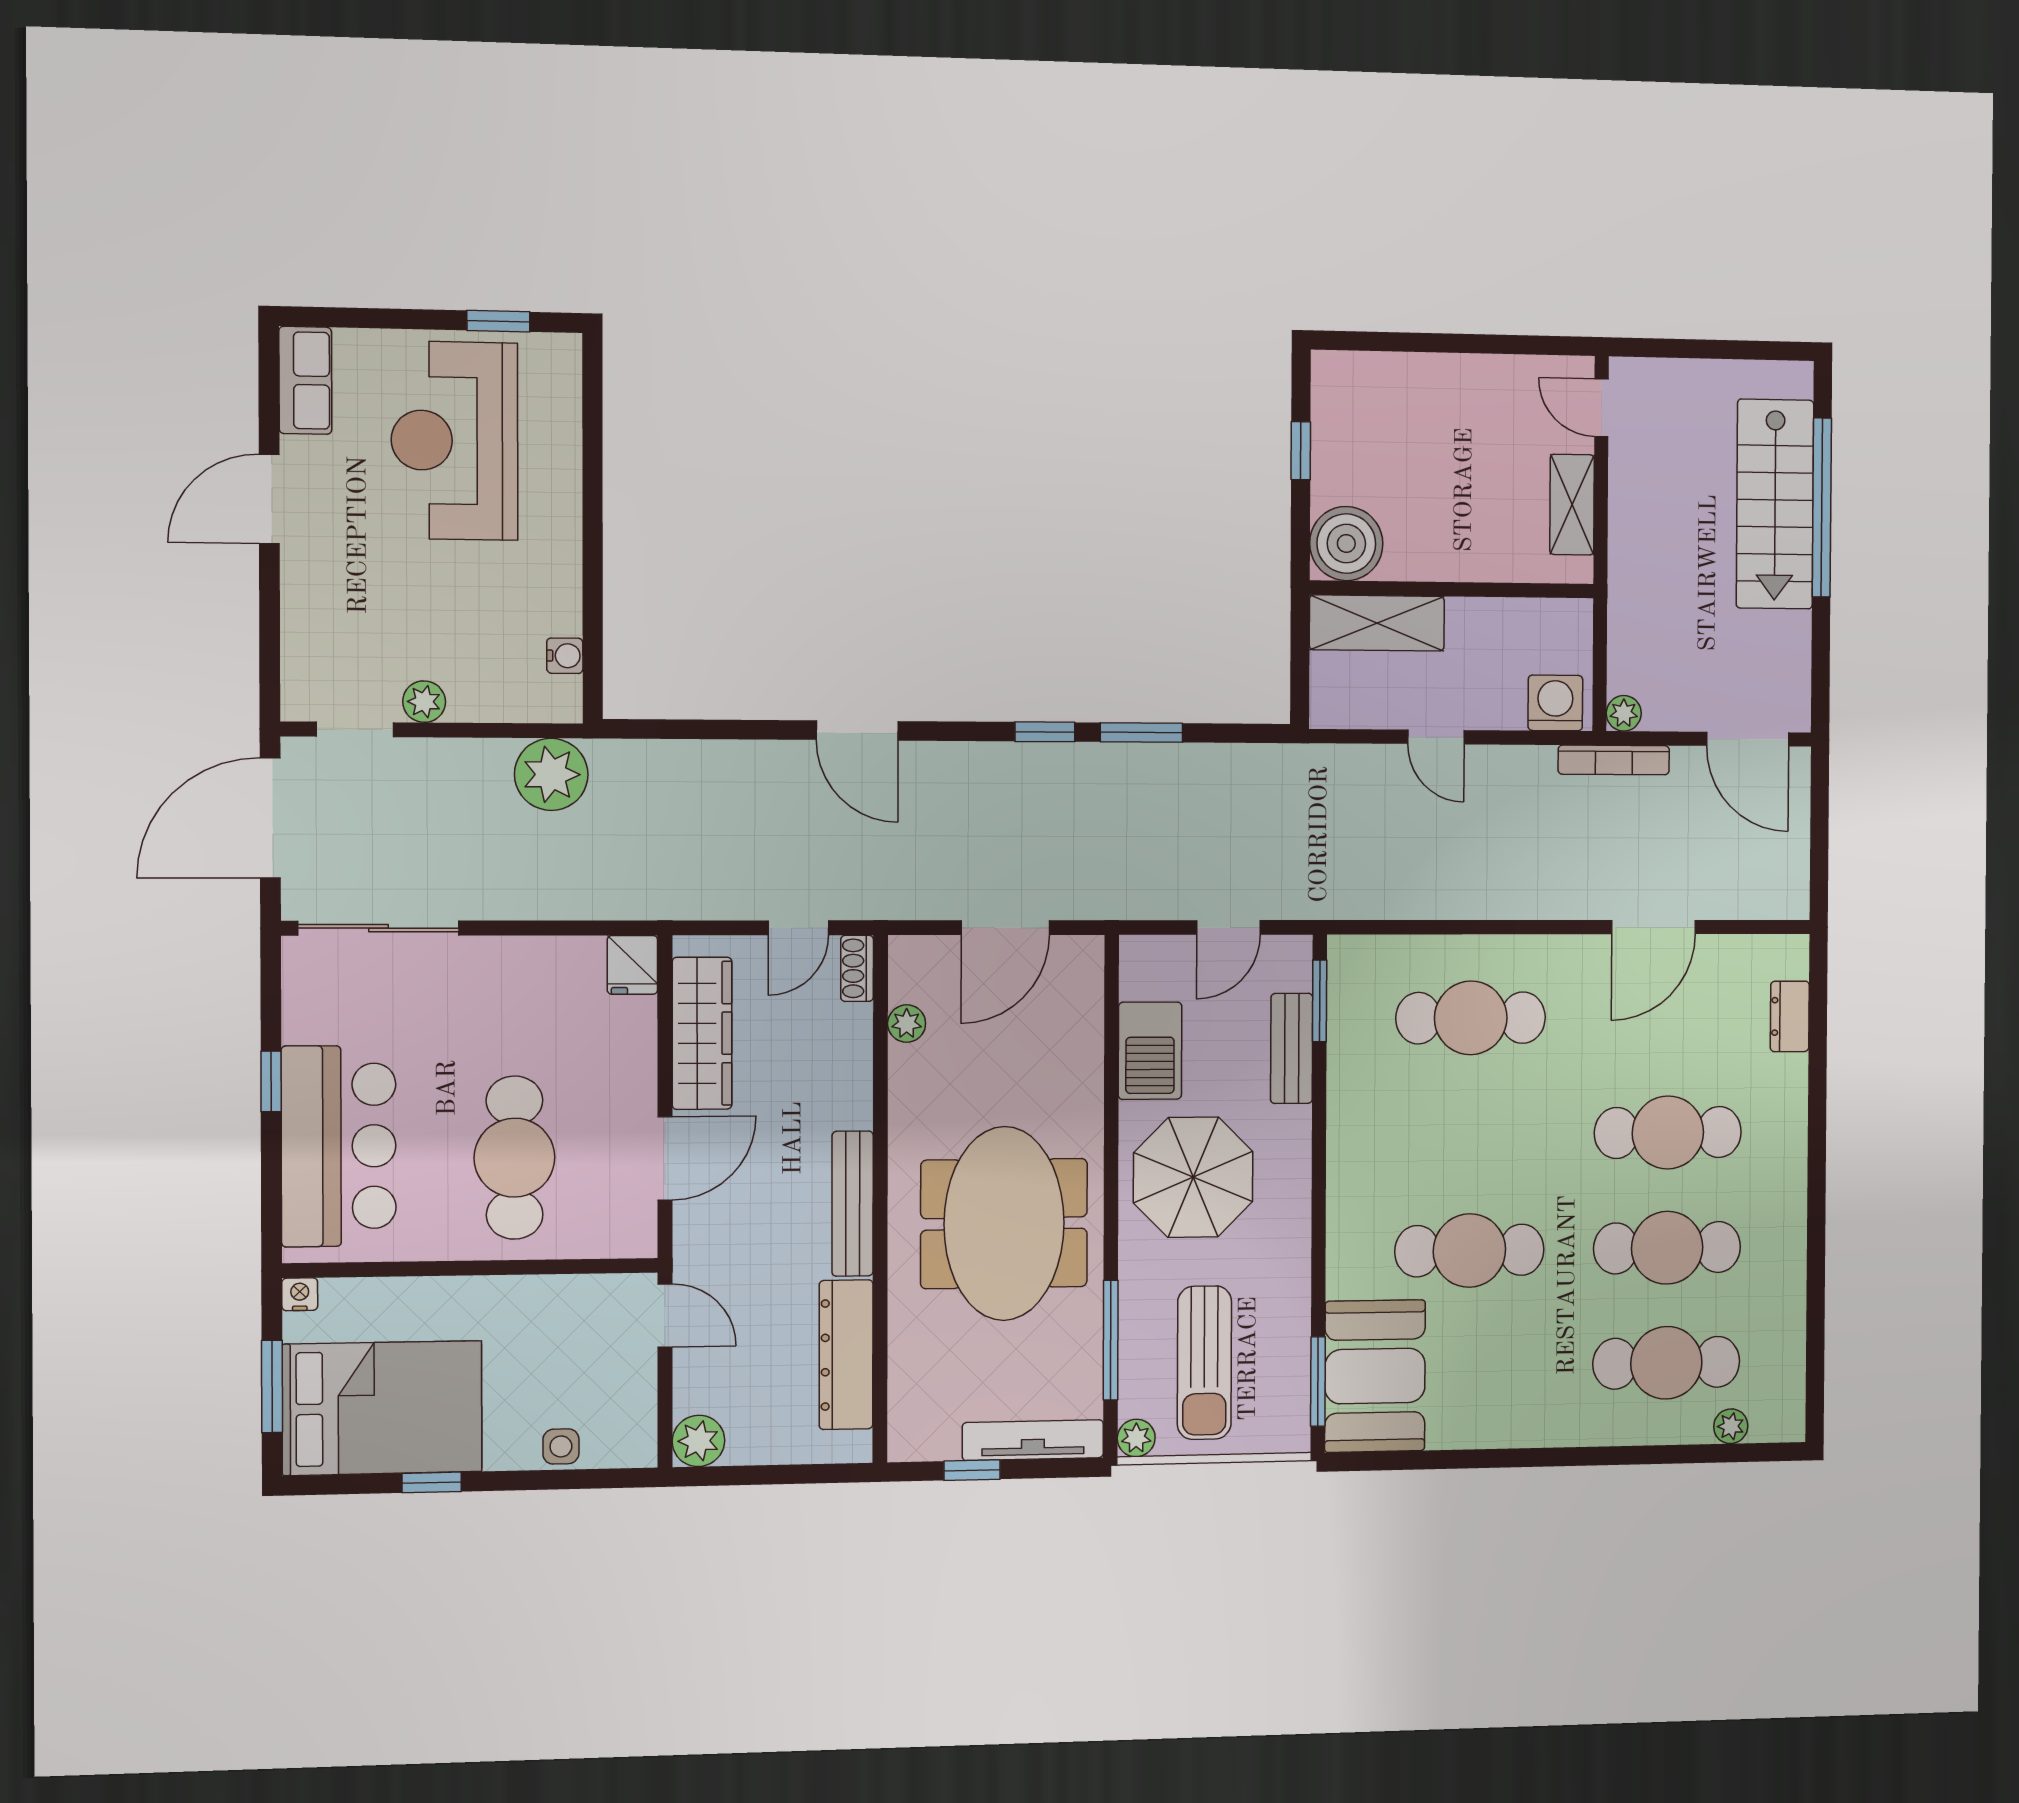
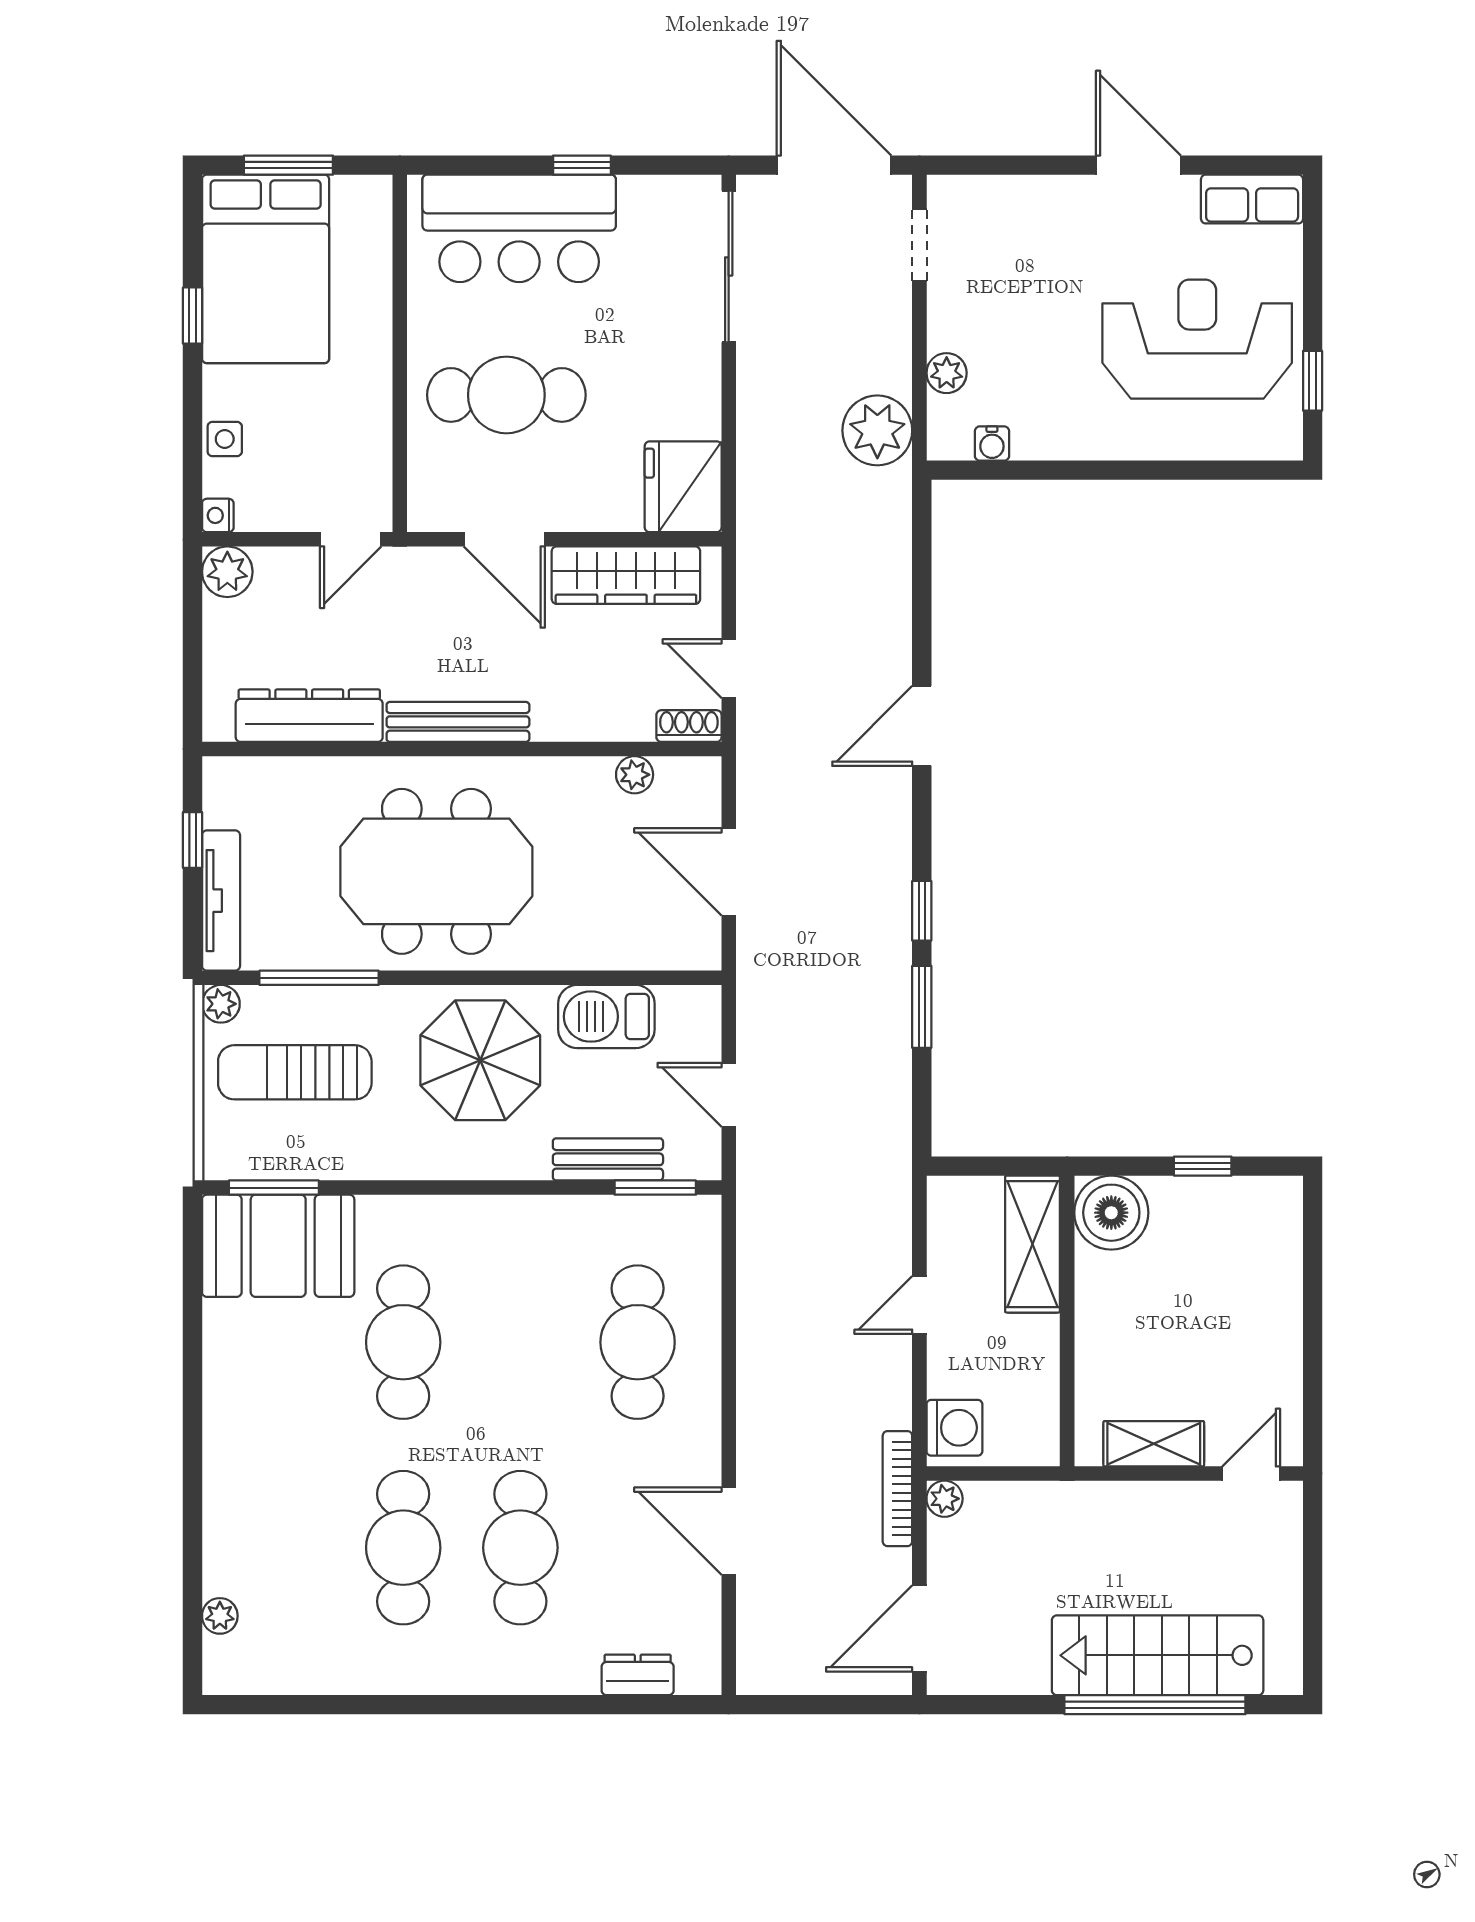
plant: (424, 702) -> (947, 373), moved
fridge: (632, 965) -> (683, 487), width x1.88, depth x1.34
nightstand: (300, 1294) -> (218, 515), moved, turned 180
cafe table: (1666, 1363) -> (286, 1548), removed

